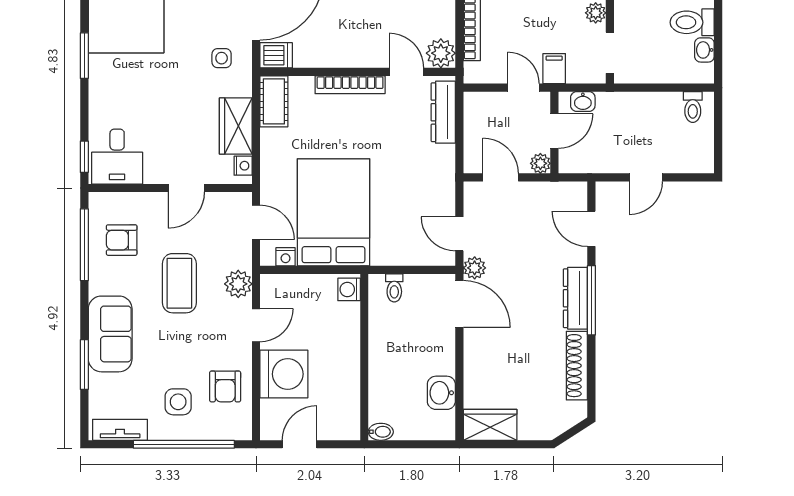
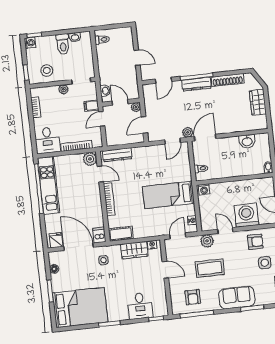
door: (406, 72) -> (100, 174), swing flipped
desk: (117, 157) -> (140, 306), moved, turned 90
bed: (333, 212) -> (168, 195), width x0.67
wardrobe: (490, 425) -> (258, 102), moved

